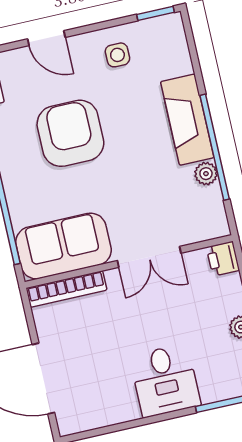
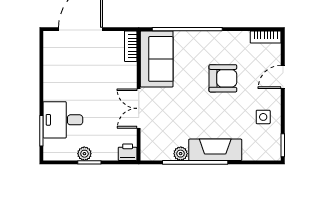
armchair: (70, 133) -> (223, 78), width x0.73, depth x0.73
bookcase: (66, 289) -> (131, 46), width x0.64
desk: (165, 381) -> (63, 120), moved

